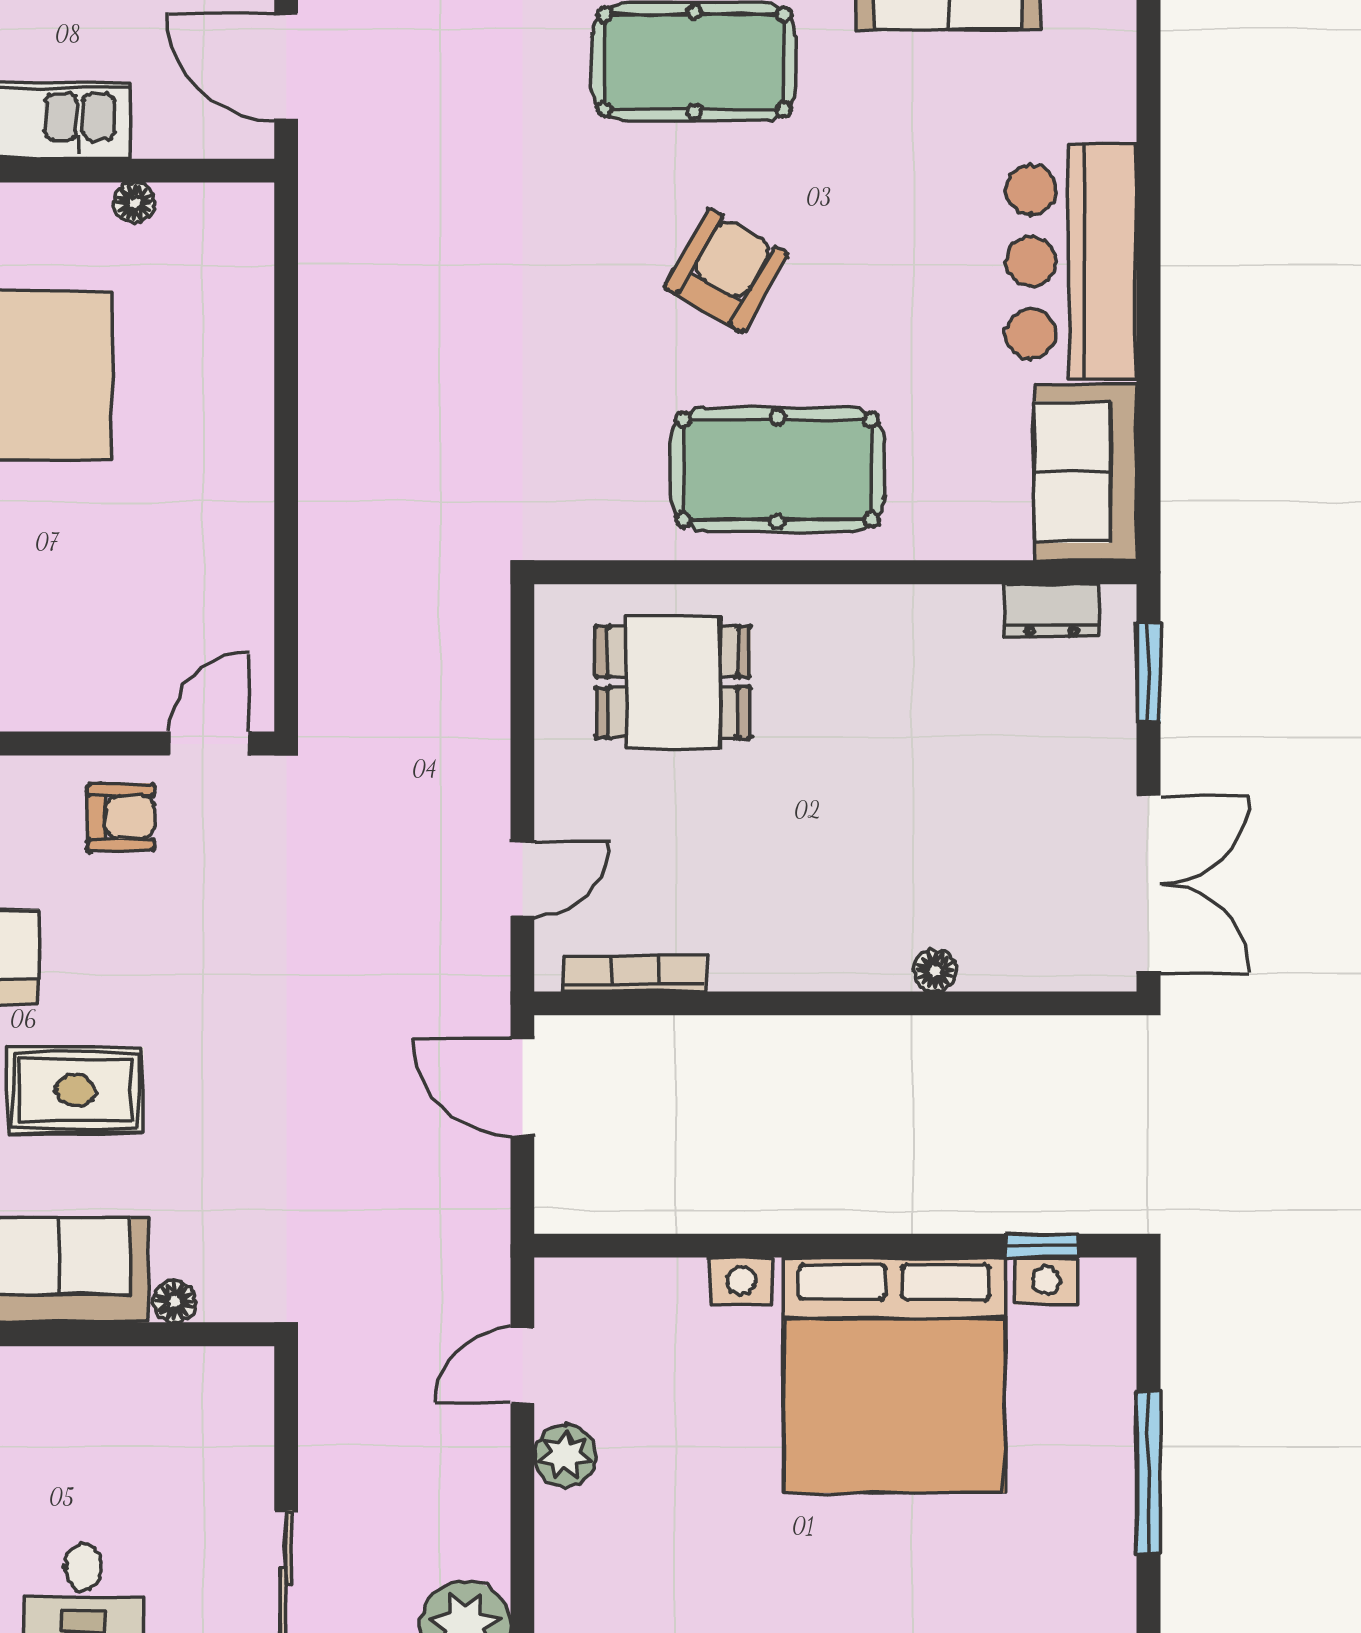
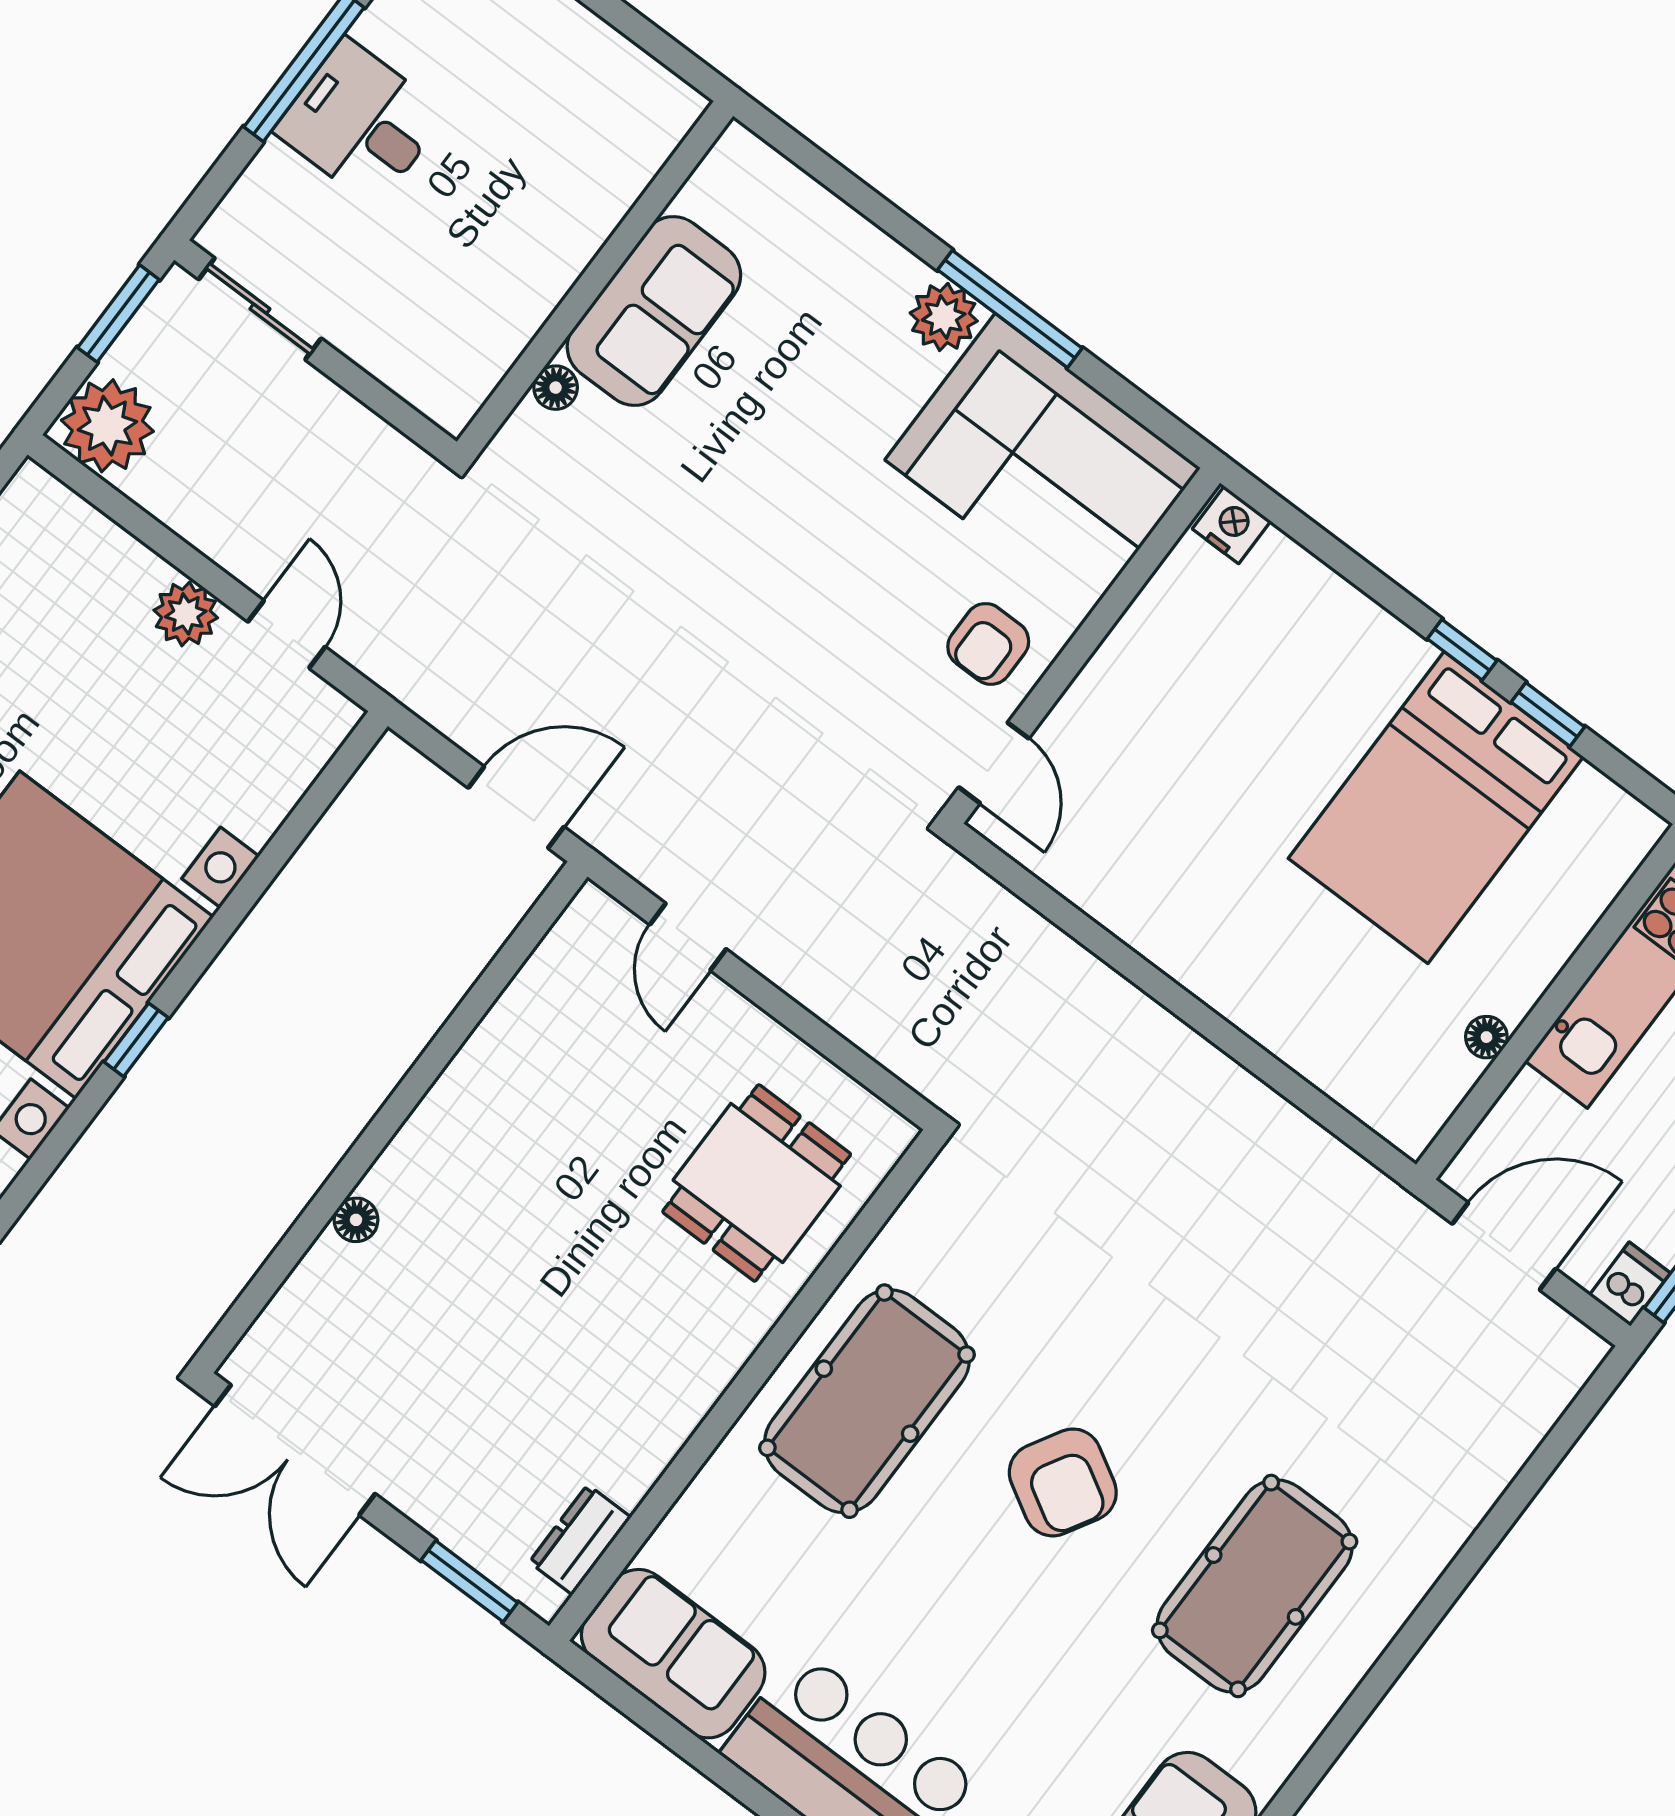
bookcase: (635, 974) -> (540, 970), removed
rug: (75, 1090) -> (791, 437), removed
window: (1042, 1246) -> (136, 1040), moved

